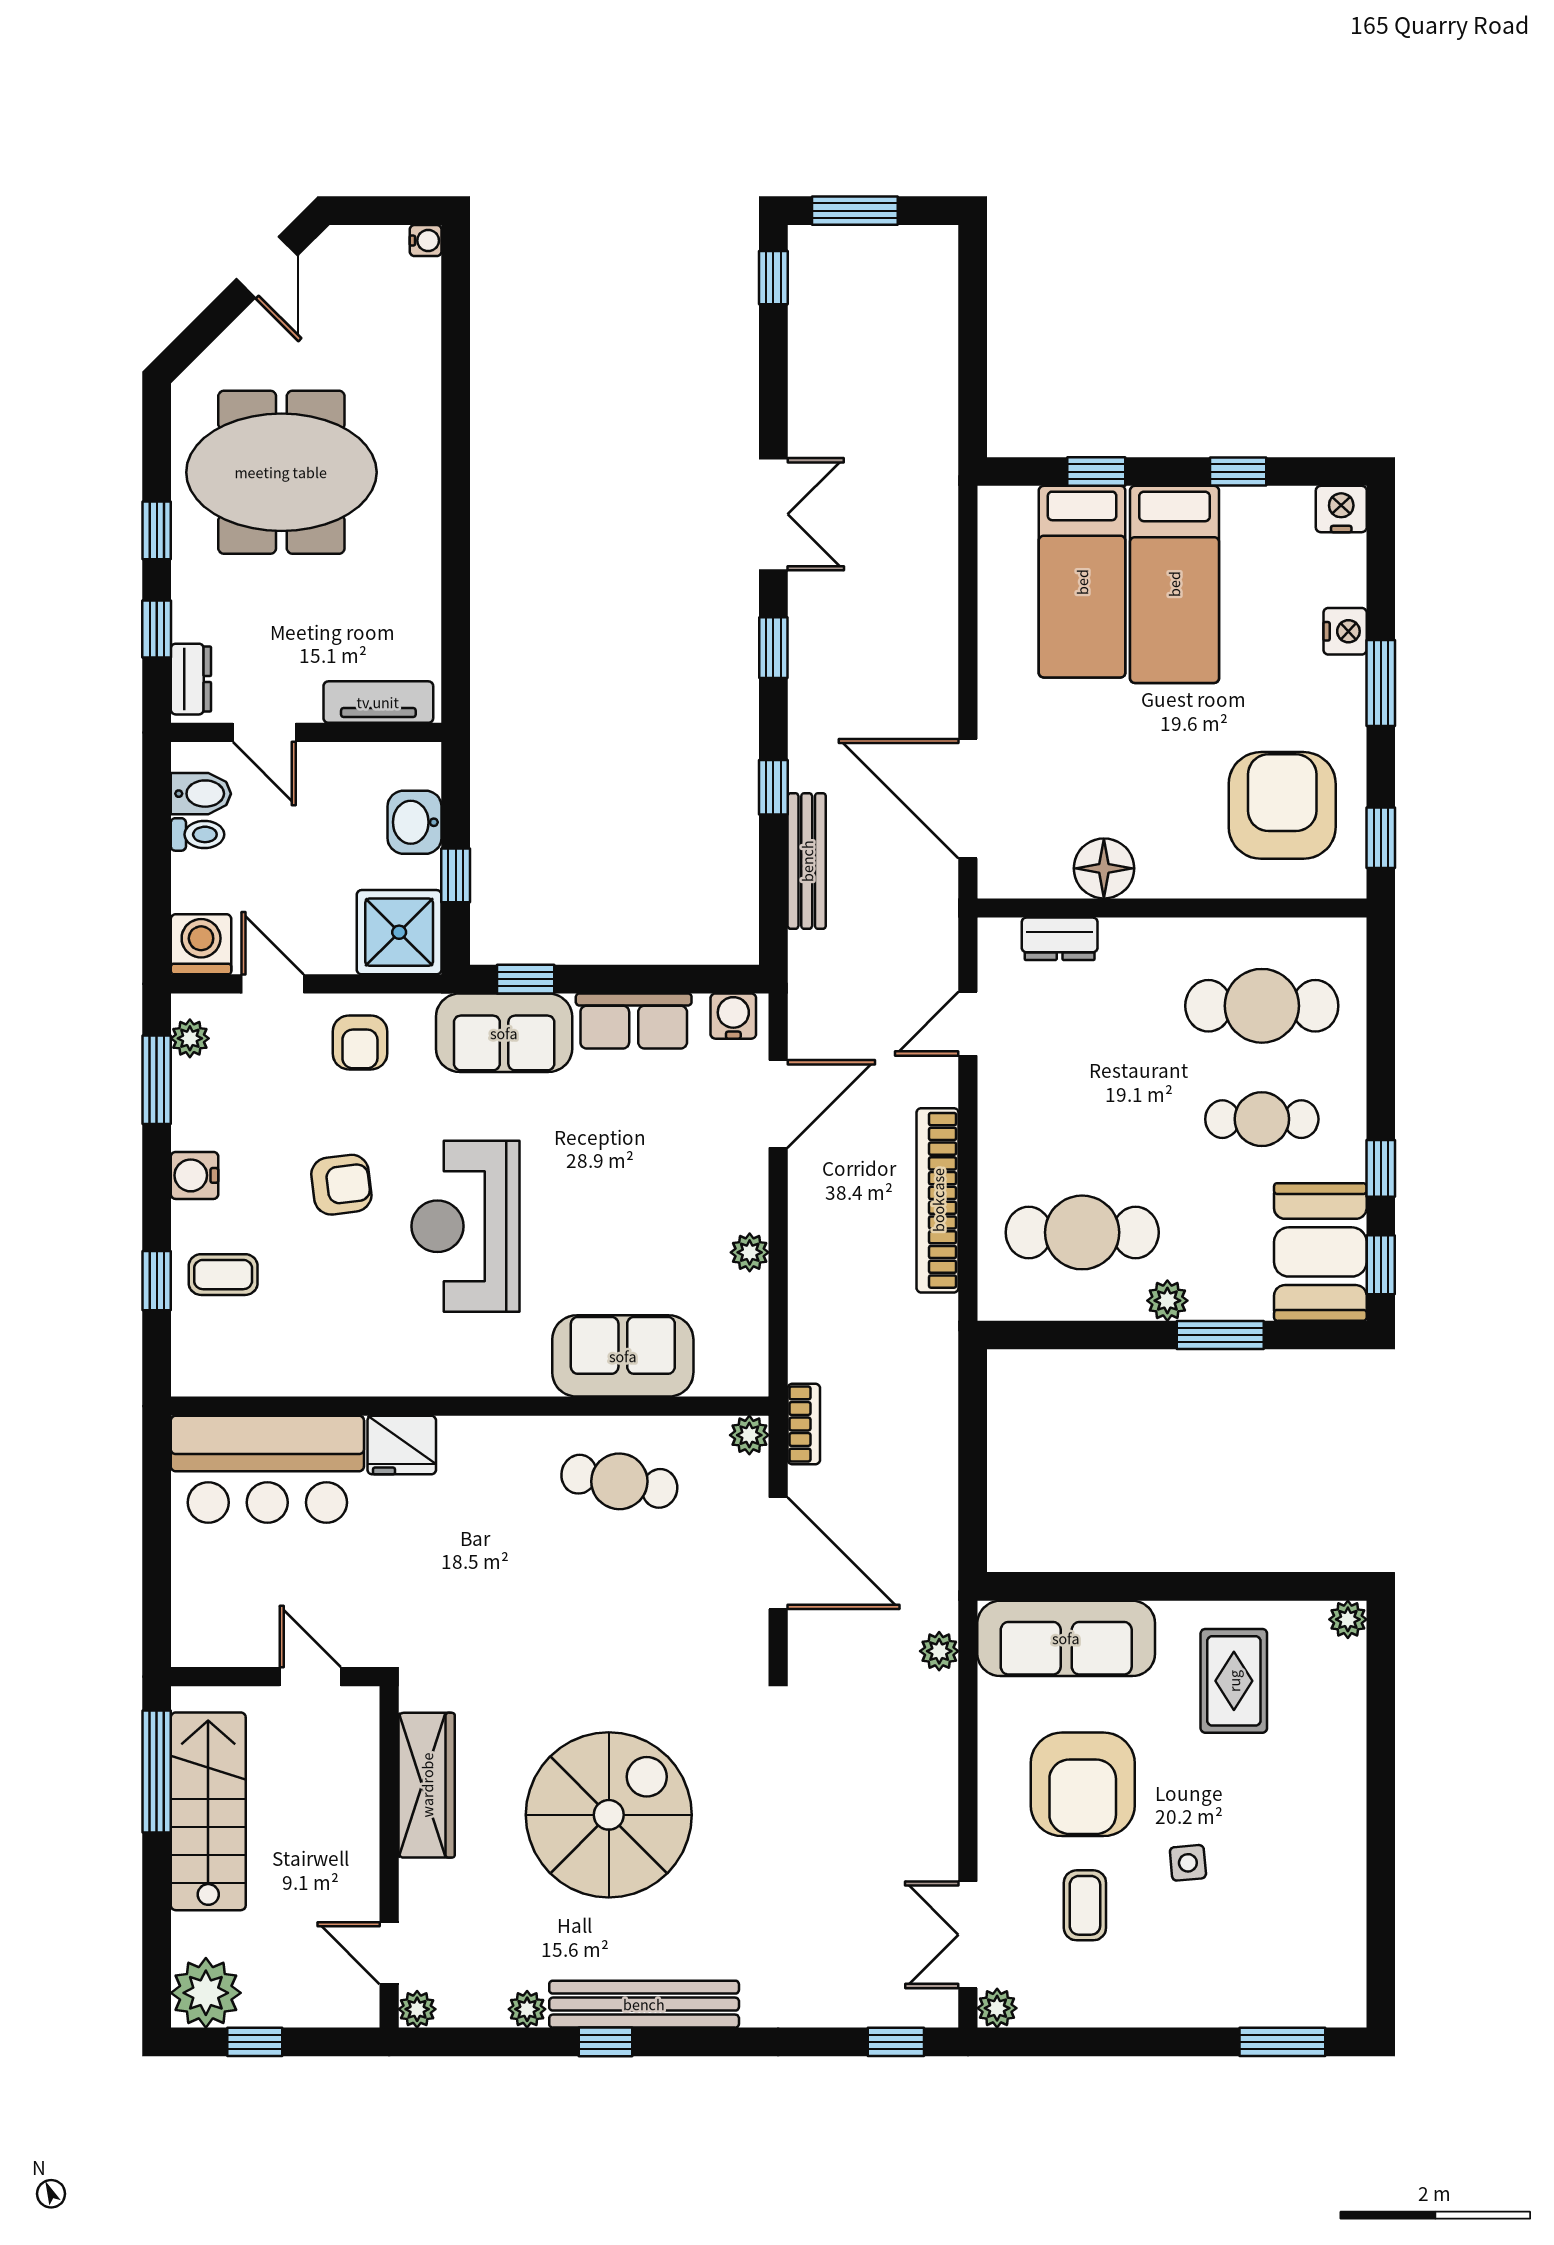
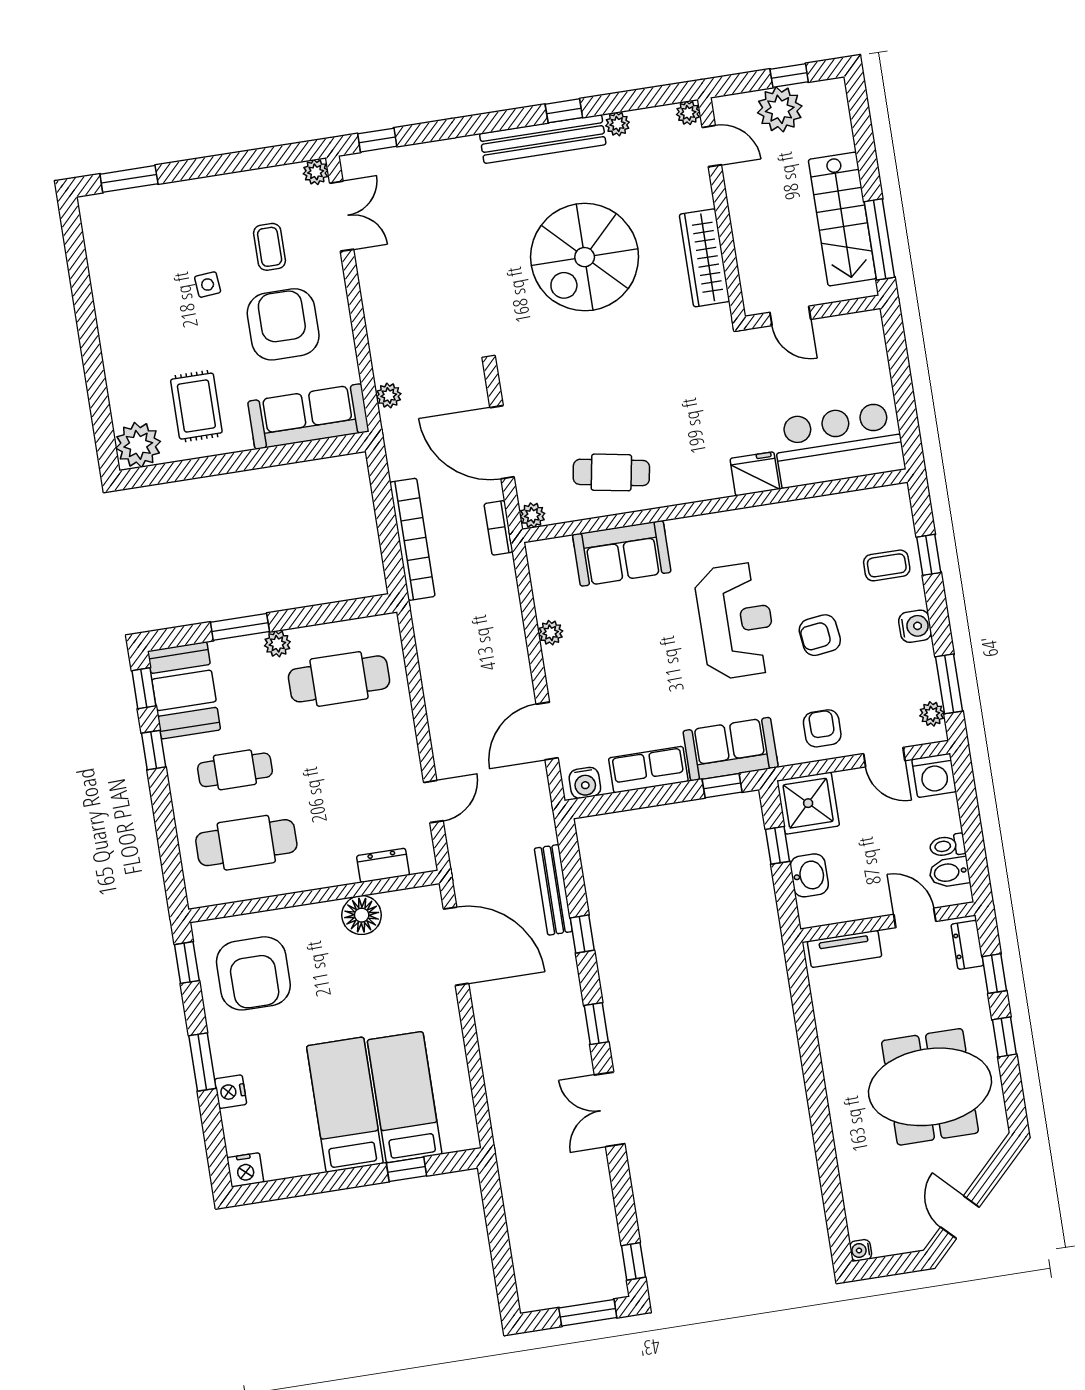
window: (1238, 472) -> (315, 1184), removed
bookcase: (938, 1200) -> (412, 539), moved
plant: (1348, 1619) -> (138, 445), width x1.88, depth x1.88
plant: (206, 1993) -> (780, 109), moved

